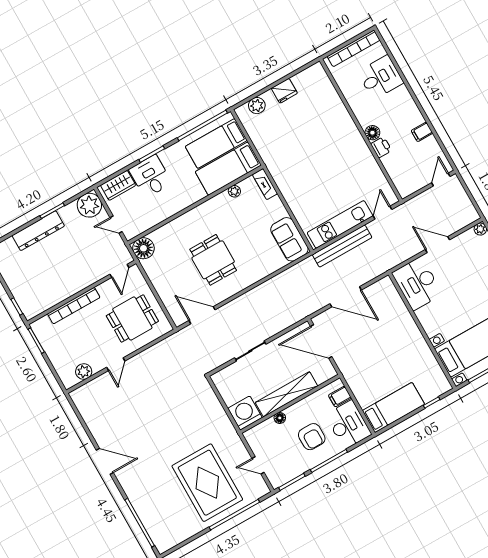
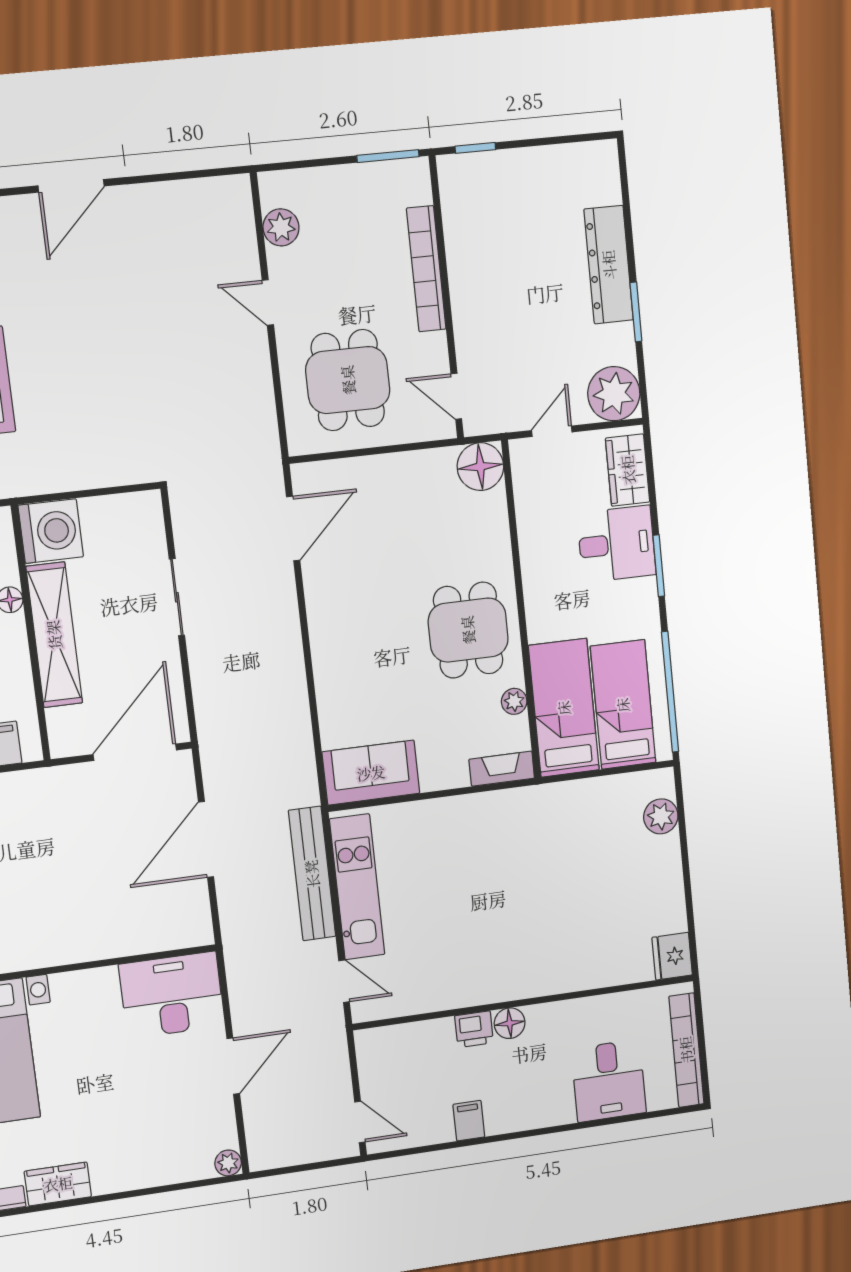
fridge: (284, 91) -> (672, 956), moved
dining table: (213, 260) -> (468, 630), moved, turned 90

